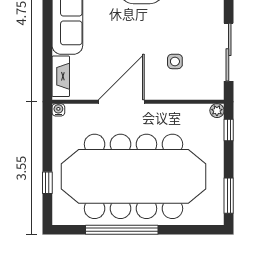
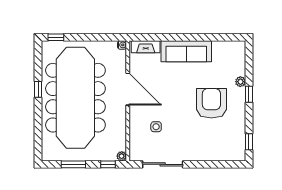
window: (47, 183) -> (56, 37), moved
window: (229, 196) -> (73, 164), moved
window: (122, 230) -> (38, 89), width x0.32

